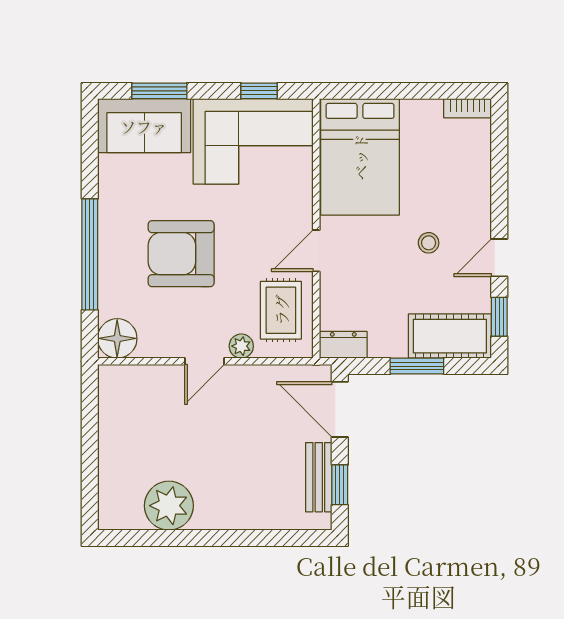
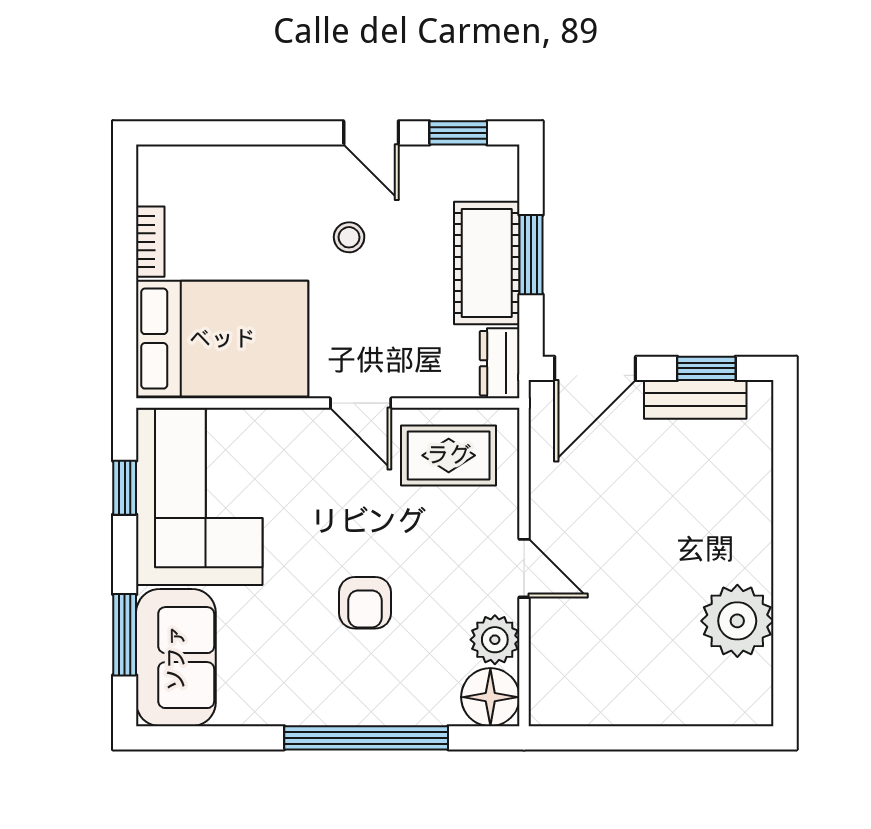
bookcase: (468, 108) -> (150, 242), moved
armchair: (181, 254) -> (365, 603), width x0.53, depth x0.53
cot: (450, 336) -> (487, 263), moved
plant: (241, 346) -> (495, 640), moved, width x1.38, depth x1.38

